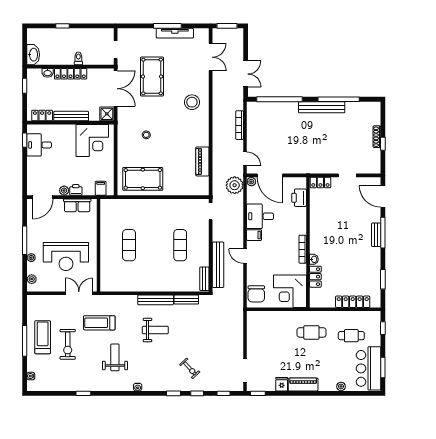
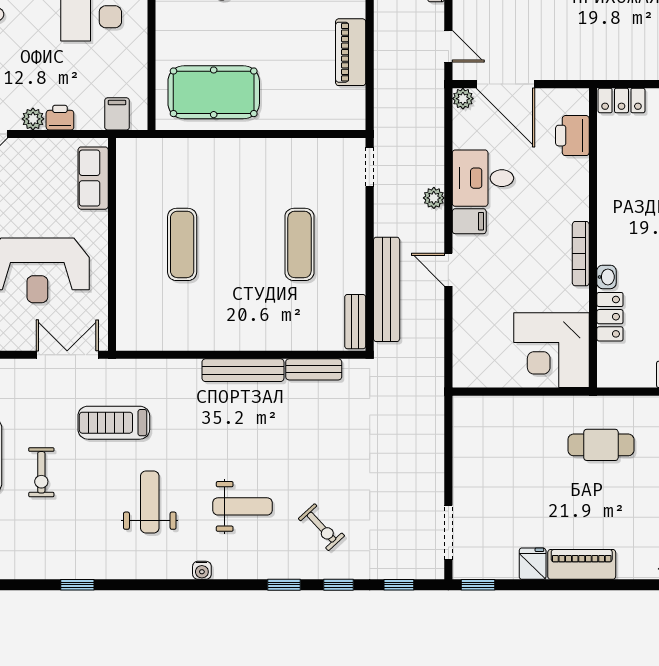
plant: (235, 185) -> (434, 198), moved, width x0.53, depth x0.53
row of seats: (77, 205) -> (93, 178), moved, turned 90
chair: (256, 294) -> (474, 356), removed
weight bench: (155, 330) -> (242, 506), moved
exercise bike: (68, 344) -> (41, 472), width x0.73, depth x0.72

